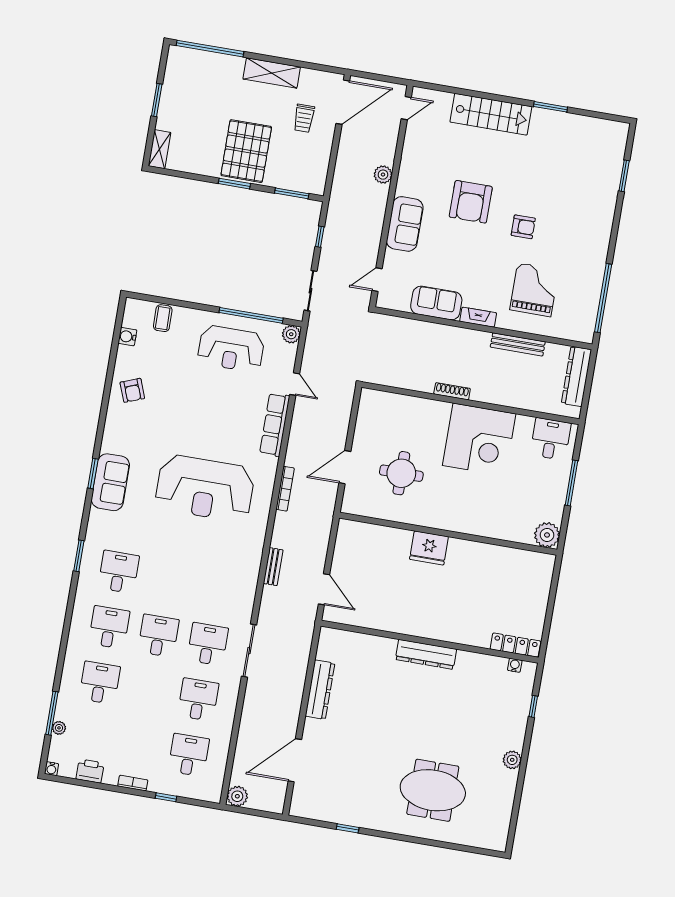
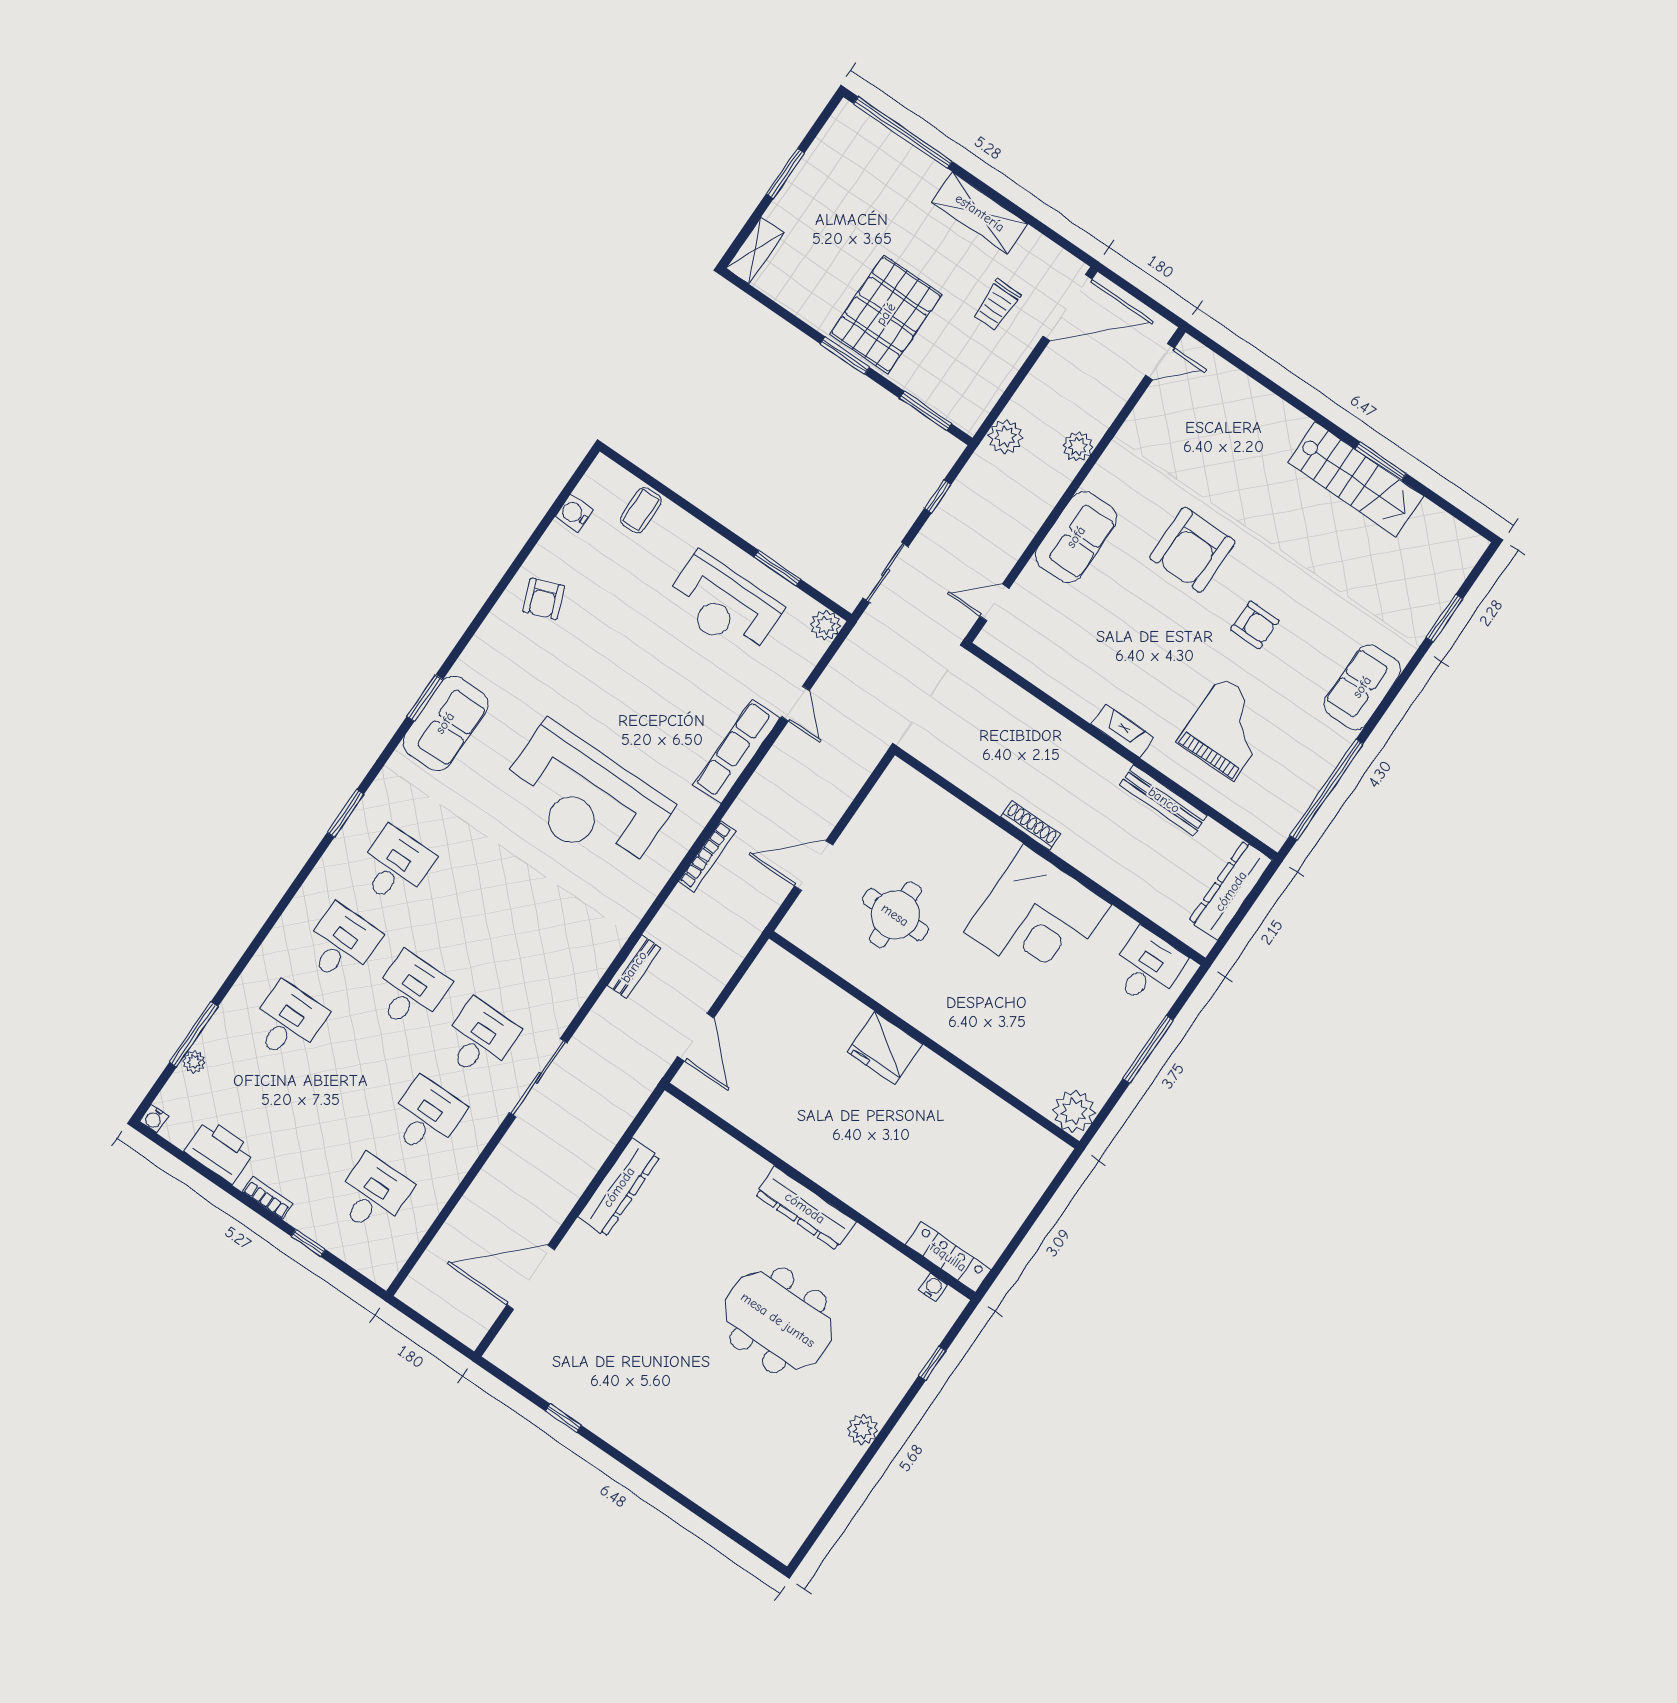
stairs: (491, 114) -> (1356, 479), moved
sofa: (436, 303) -> (1362, 687), moved, turned -90
window: (251, 315) -> (777, 568), width x0.47
printer: (90, 771) -> (219, 1151), width x1.37, depth x1.19
meeting table: (433, 790) -> (778, 1320), moved
plant: (237, 796) -> (1005, 437), moved

